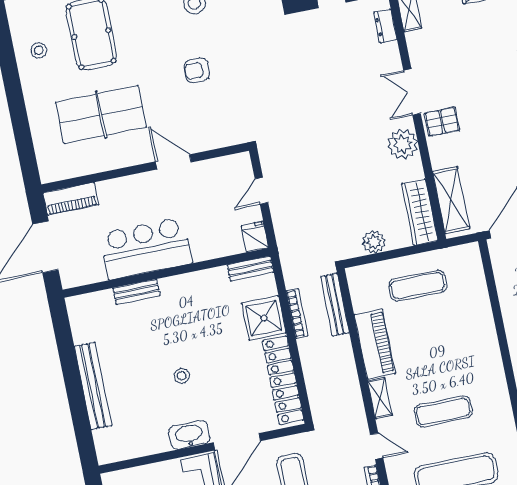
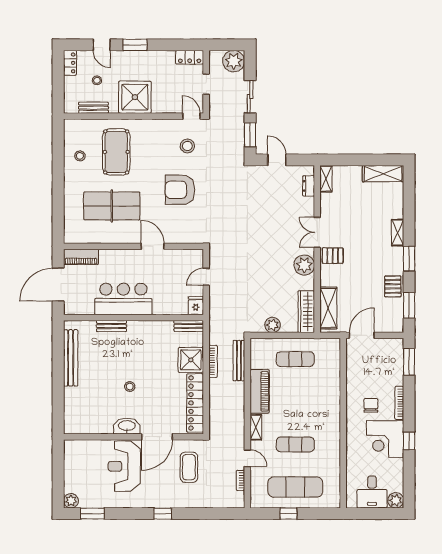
armchair: (197, 70) -> (180, 190), width x1.88, depth x1.88
bench: (93, 386) -> (71, 358), moved

